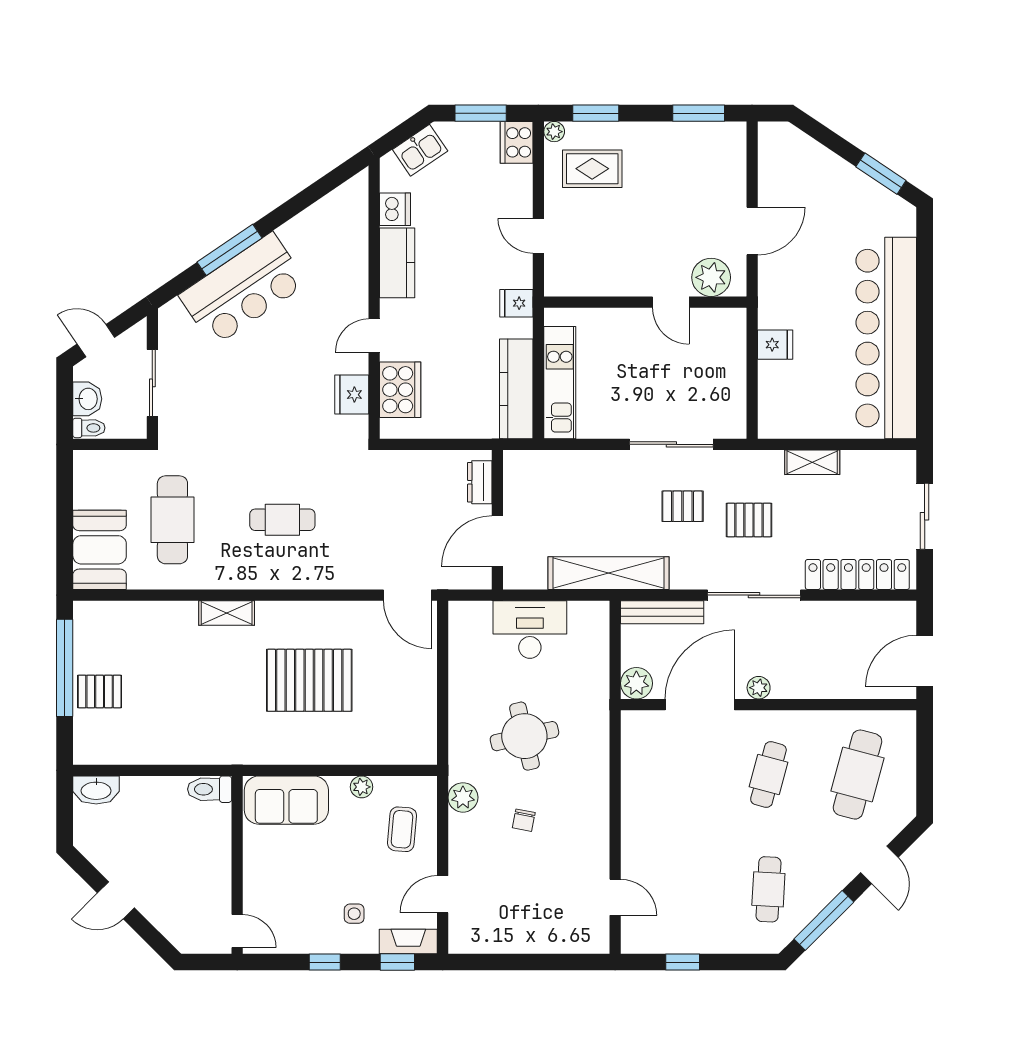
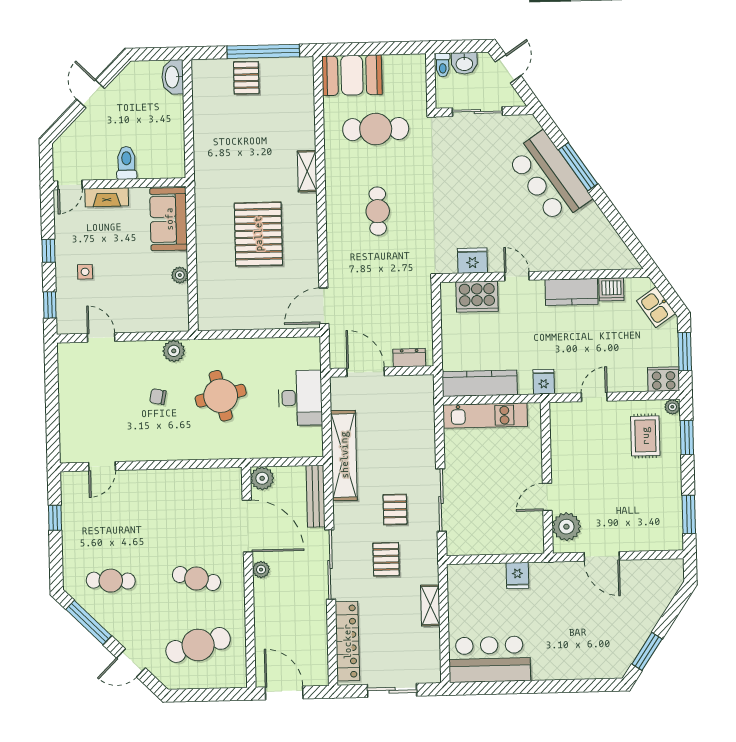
bar counter: (886, 338) -> (490, 659), width x0.54
cafe table: (858, 775) -> (198, 645), turned -30
toilet: (210, 789) -> (126, 163), moved
coffee table: (402, 829) -> (149, 306), removed
fireplace: (408, 941) -> (107, 197), moved, turned 90

